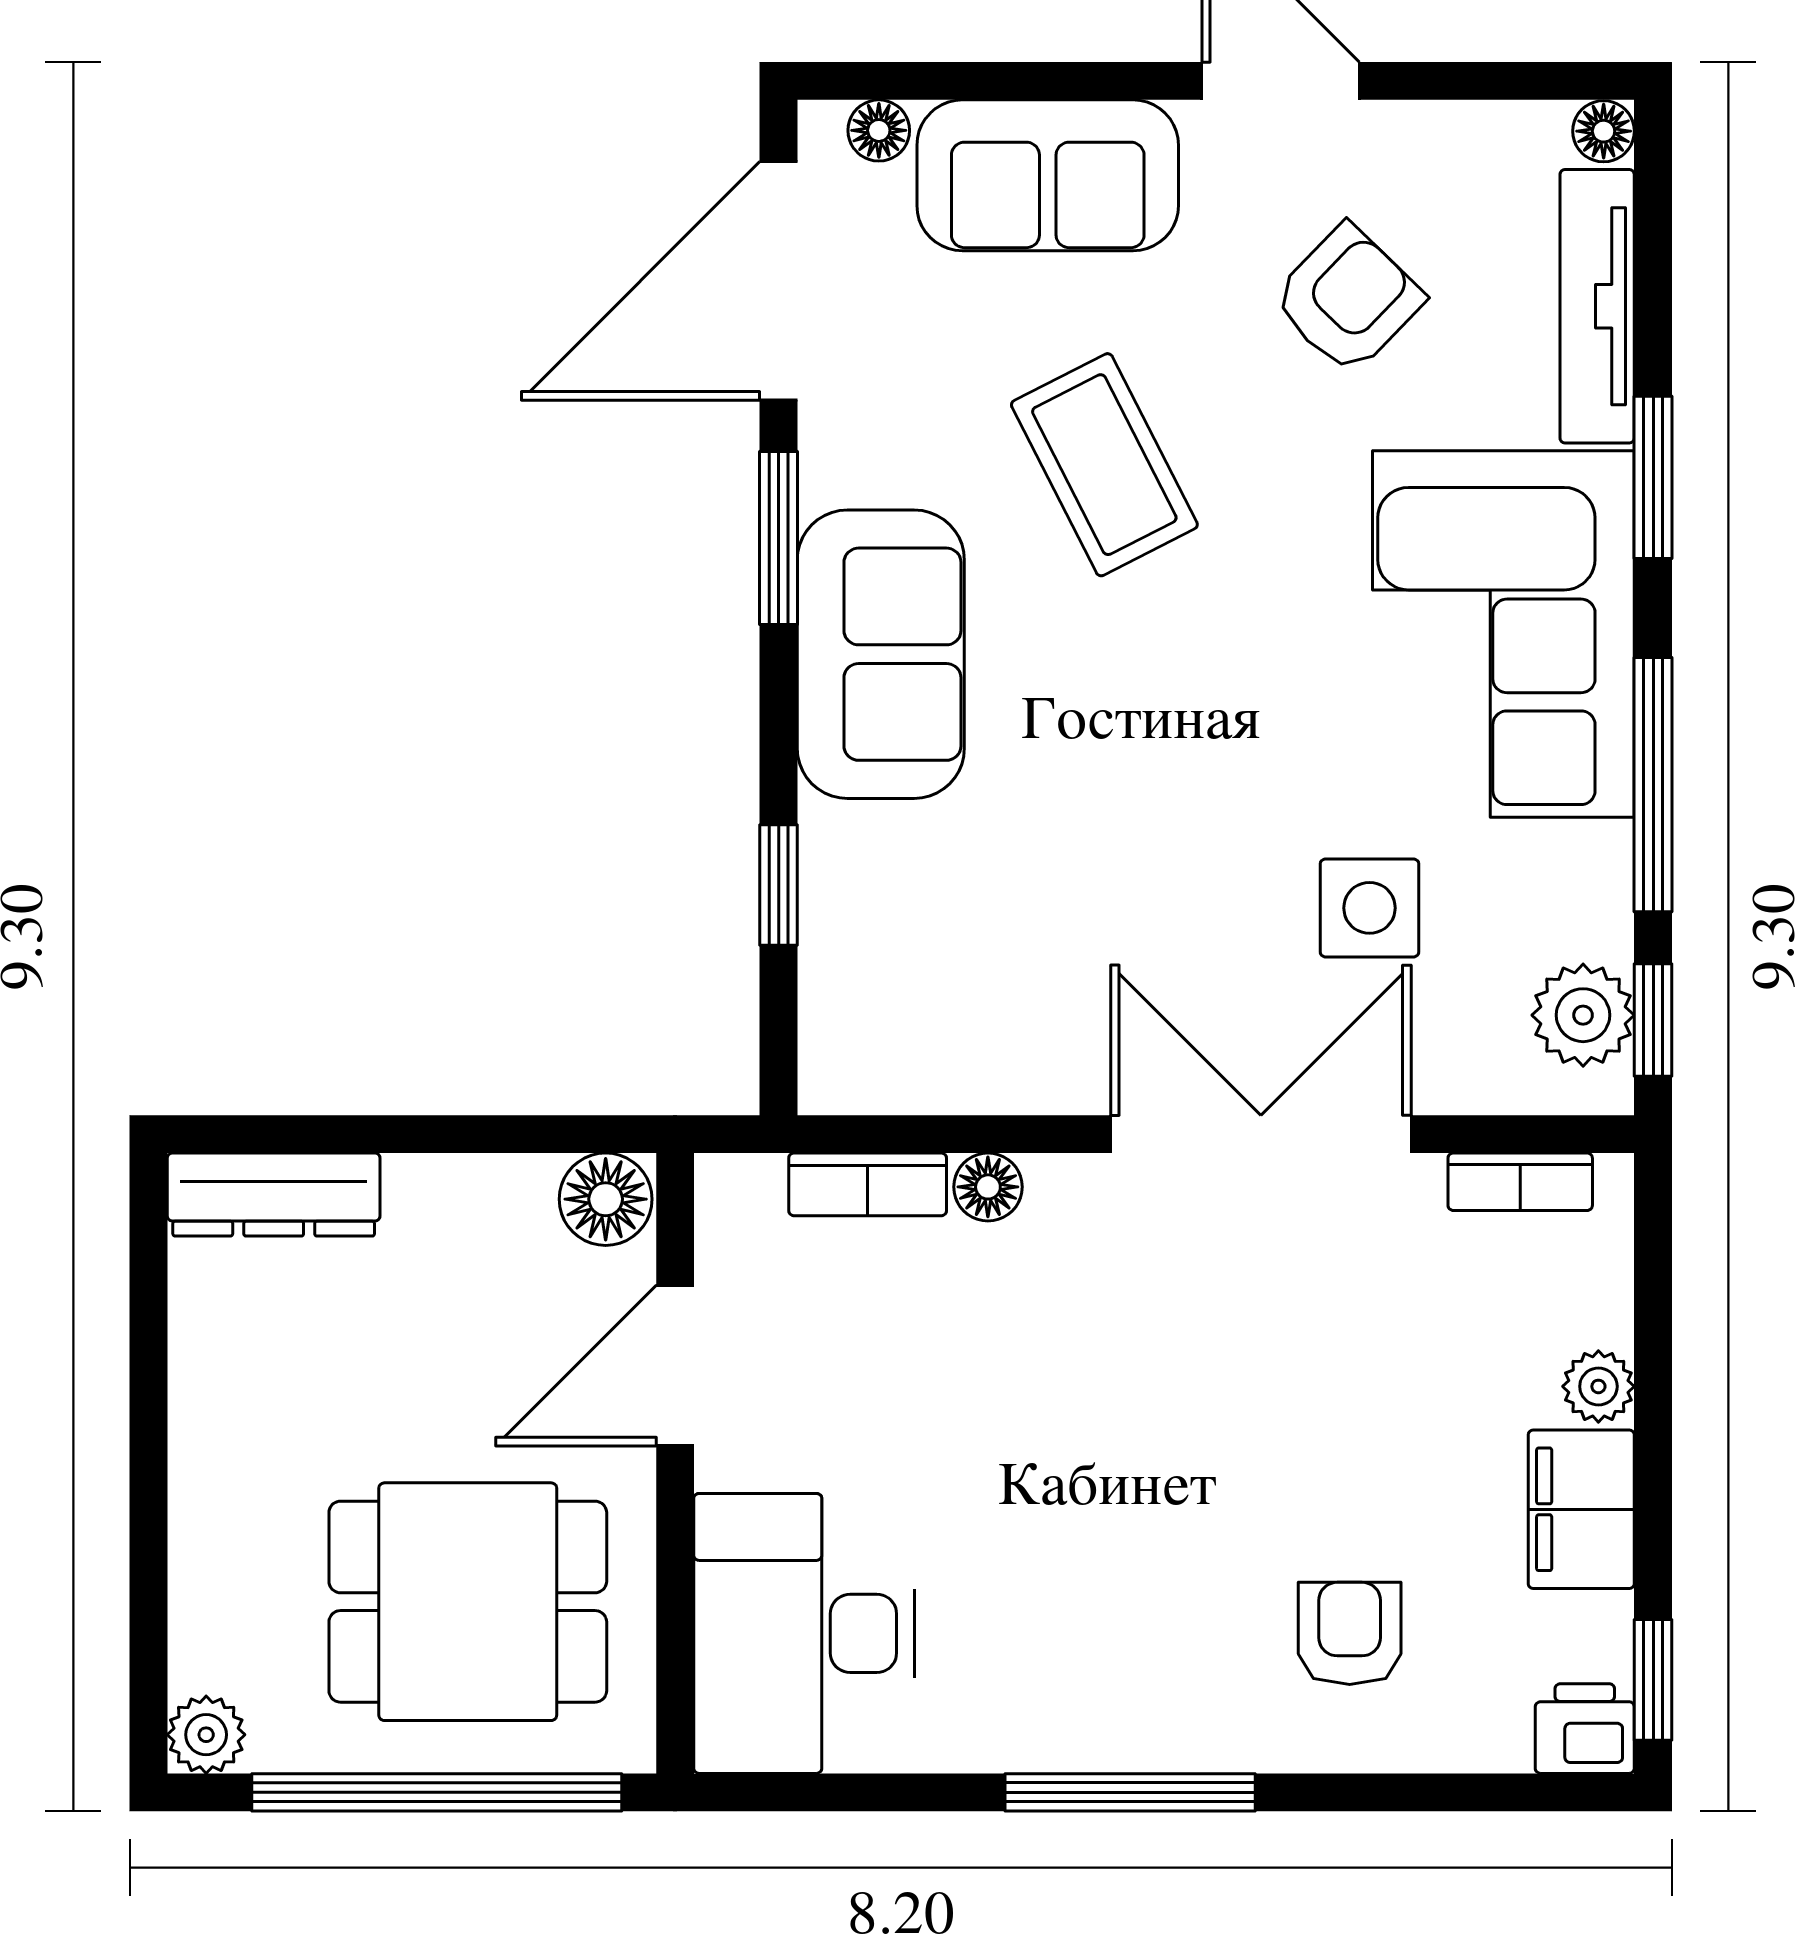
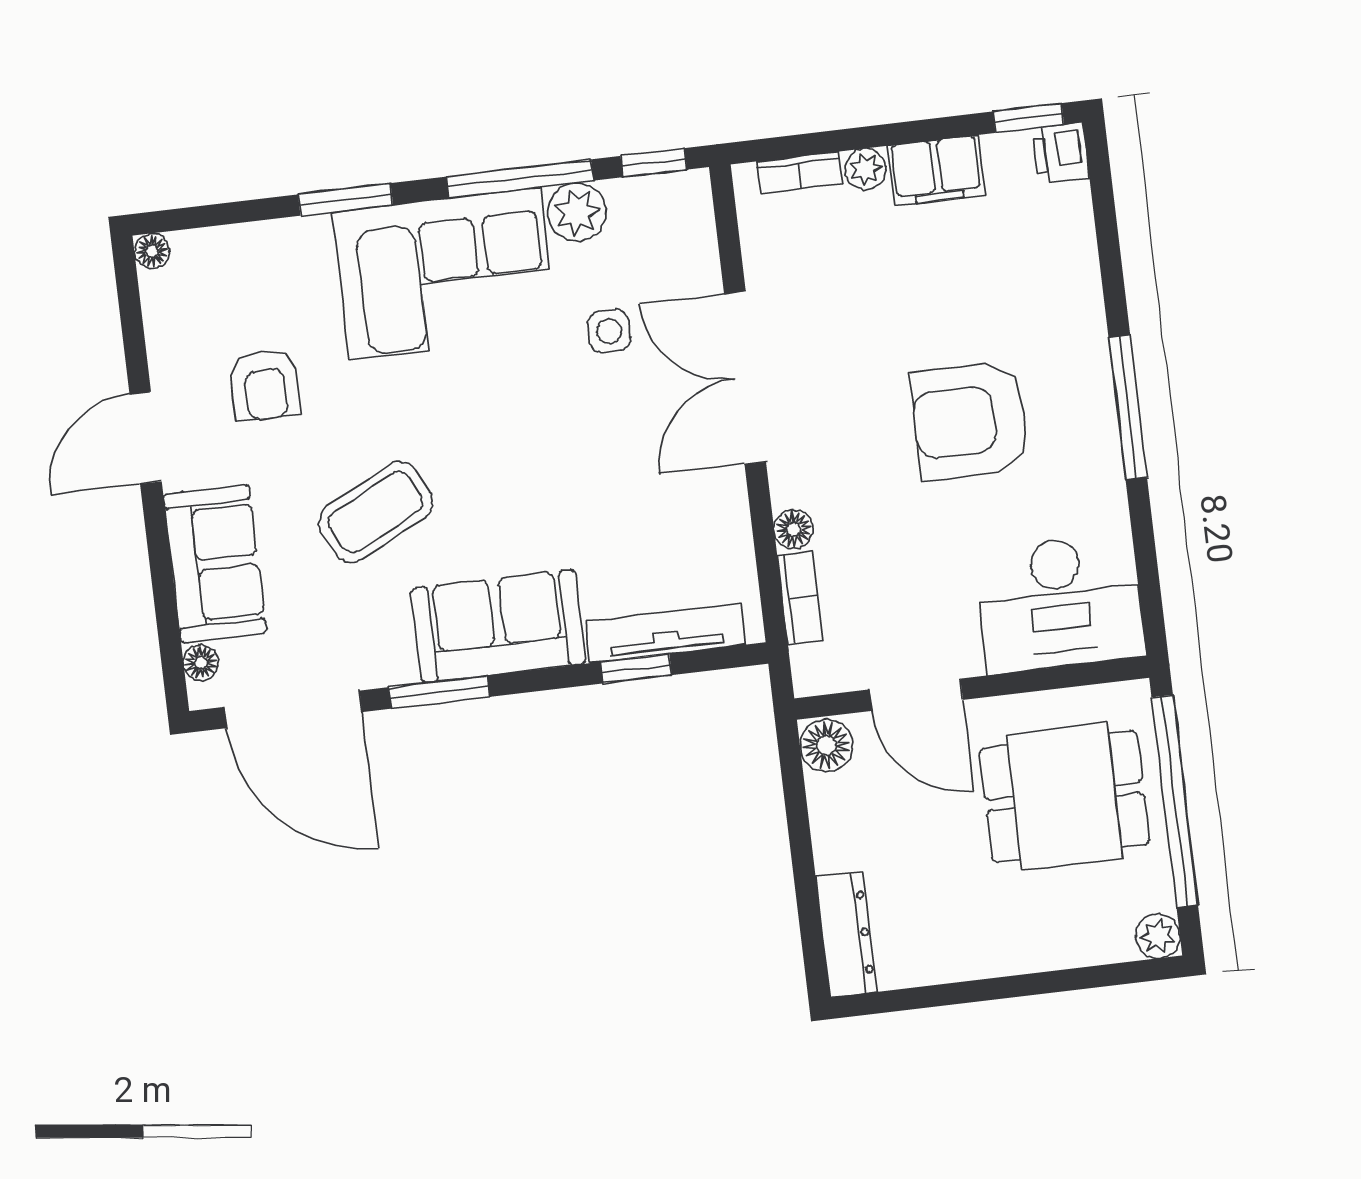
armchair: (1348, 299) -> (265, 385), turned -134
tv unit: (1597, 306) -> (665, 633), moved, turned 180
side table: (1369, 908) -> (609, 331), width x0.73, depth x0.73
plant: (1583, 1015) -> (577, 212), moved
bookcase: (1520, 1182) -> (800, 173), moved, turned 90
dining table: (468, 1602) -> (1064, 796), turned 90
armchair: (1350, 1633) -> (970, 421), moved, width x1.88, depth x1.88

